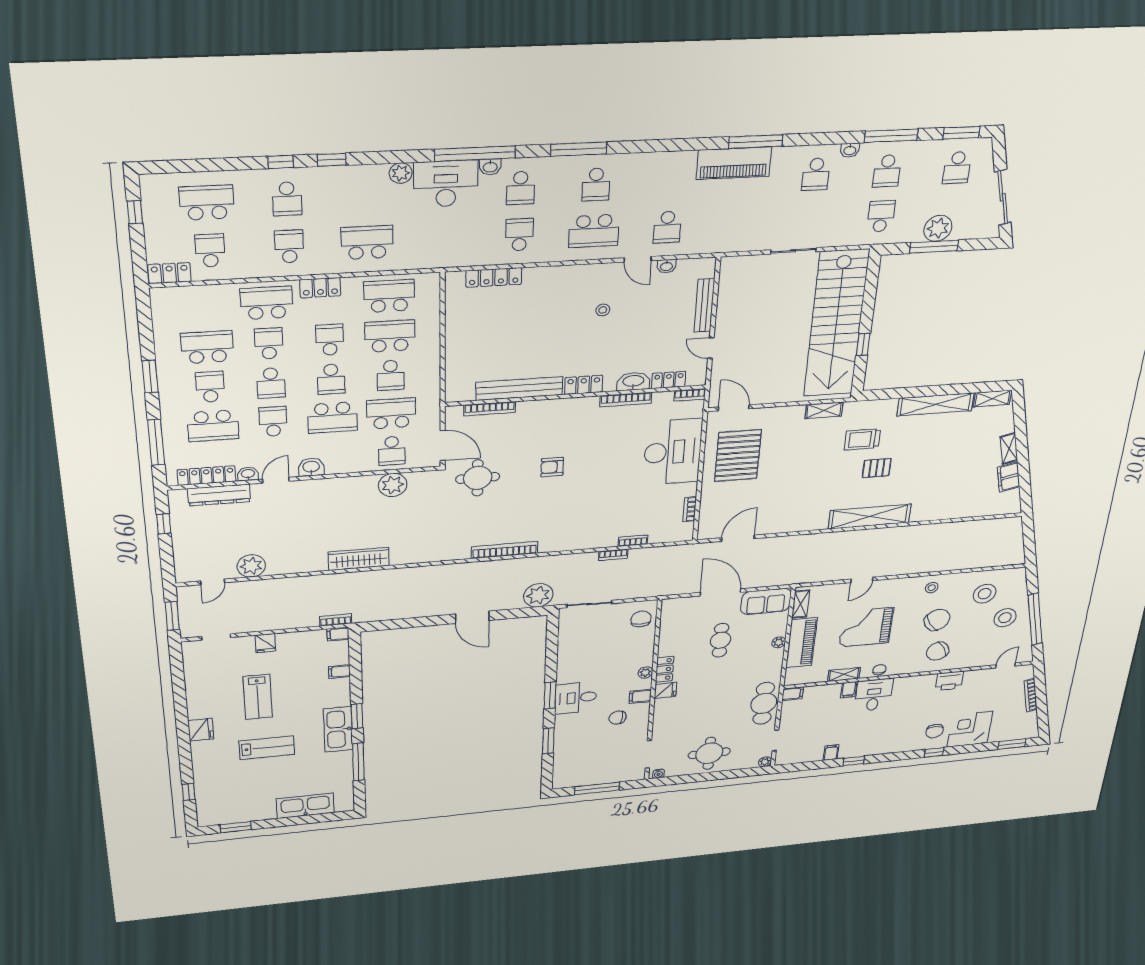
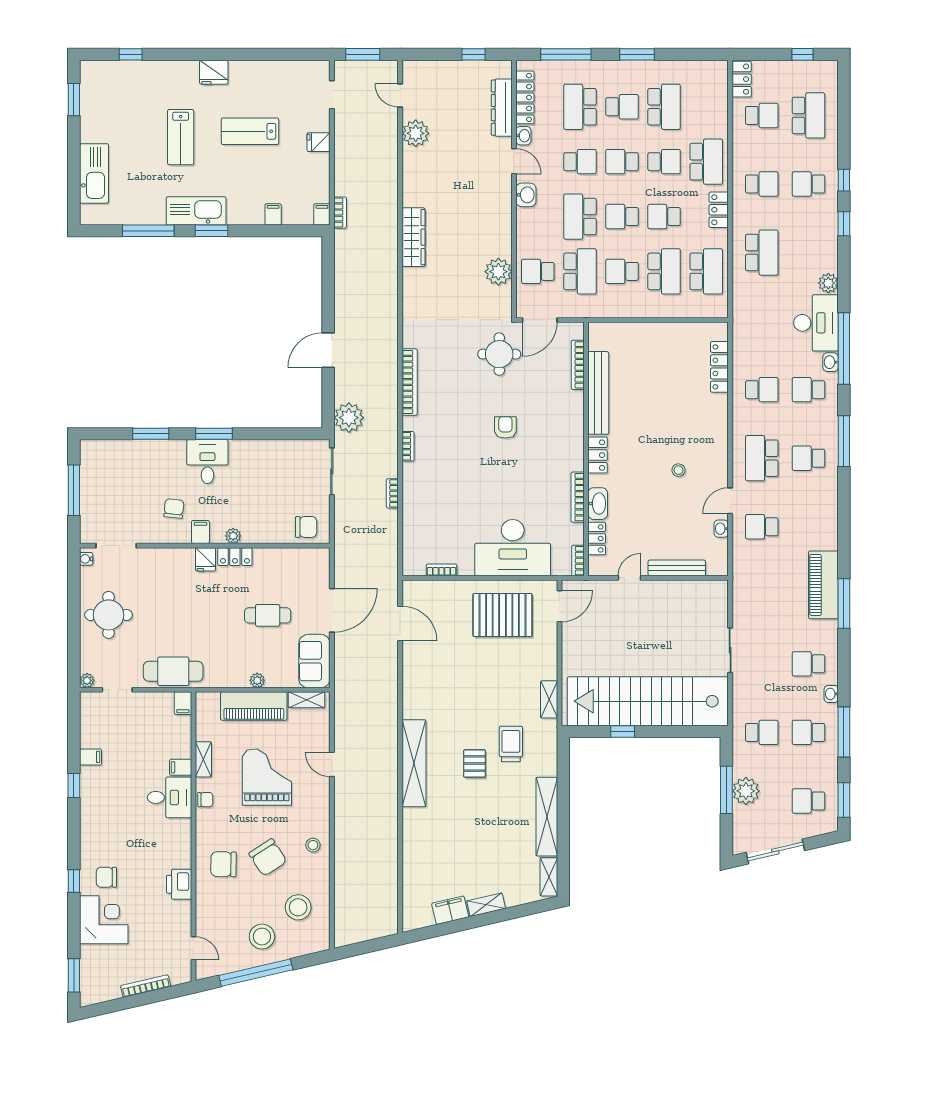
school desk: (330, 340) -> (664, 217), turned 180
bookcase: (633, 541) -> (408, 446), moved
chair: (938, 651) -> (223, 864), turned -58

